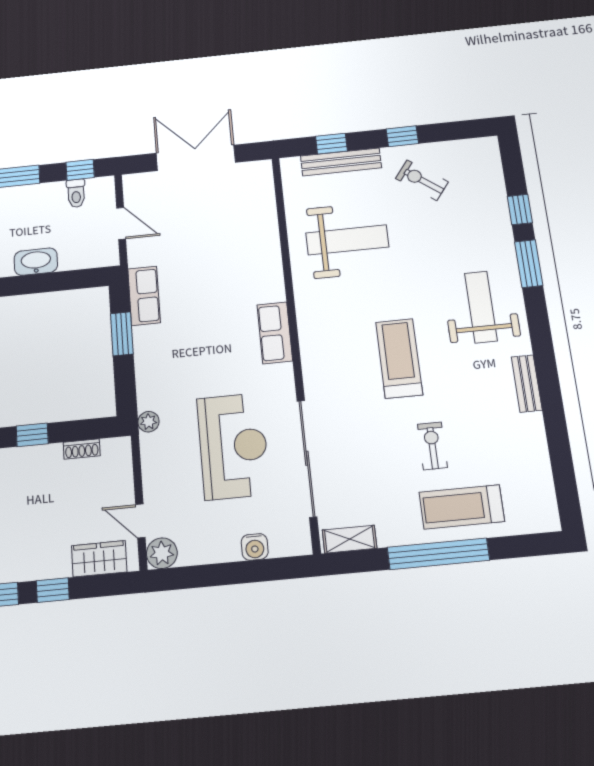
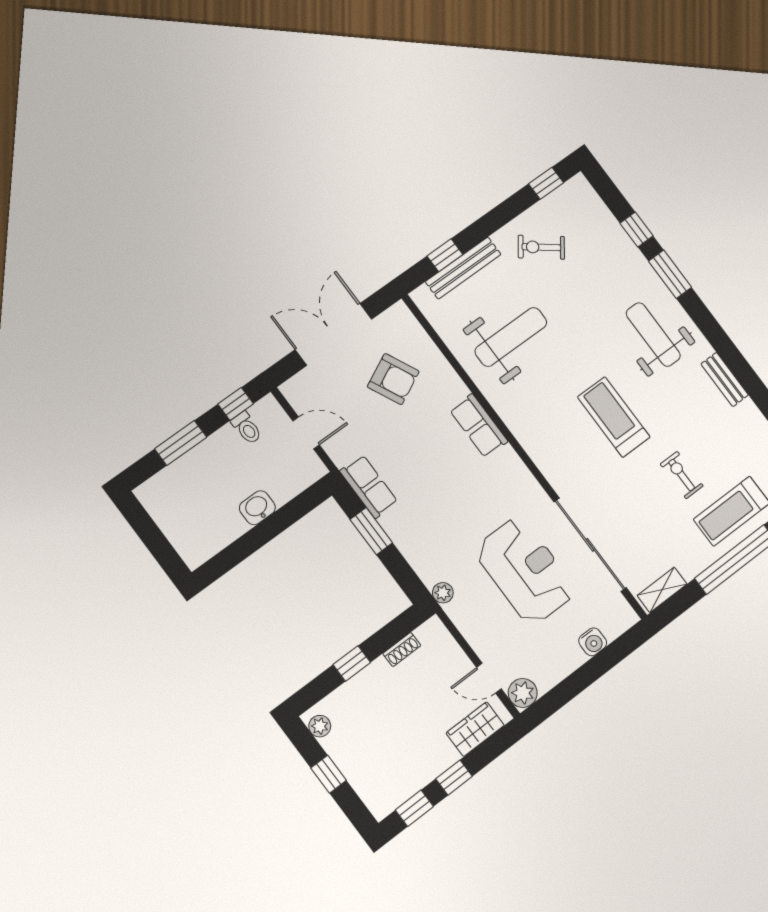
window: (402, 136) -> (546, 183), moved
armchair: (222, 220) -> (393, 379), added
washbasin: (36, 262) -> (257, 508), width x0.72
row of seats: (275, 333) -> (479, 426), moved

